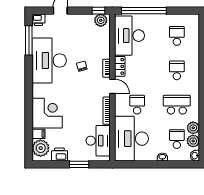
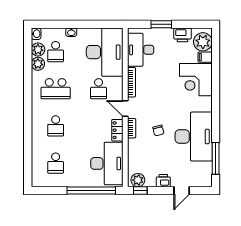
printer: (39, 20) -> (163, 181), moved

